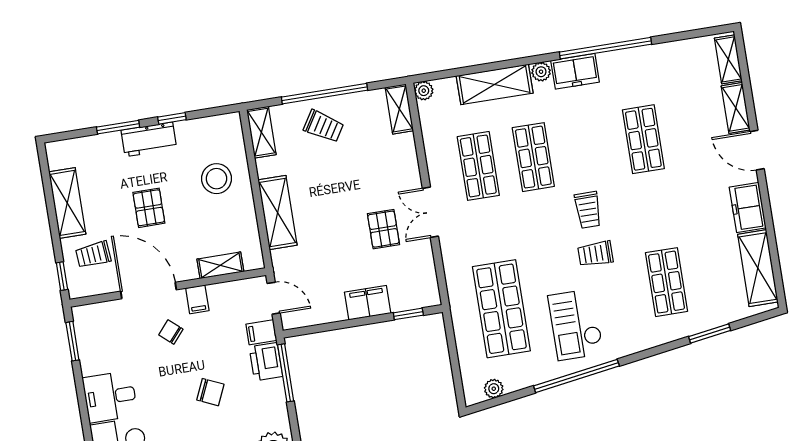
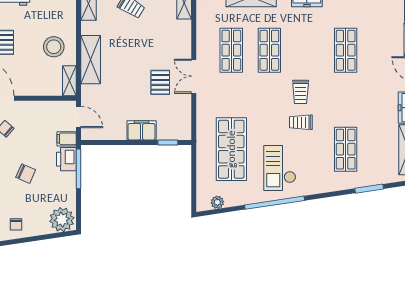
stool: (216, 179) -> (54, 47), moved
shelving: (220, 265) -> (69, 81), moved, turned 90
filing cabinet: (197, 299) -> (27, 110), removed

